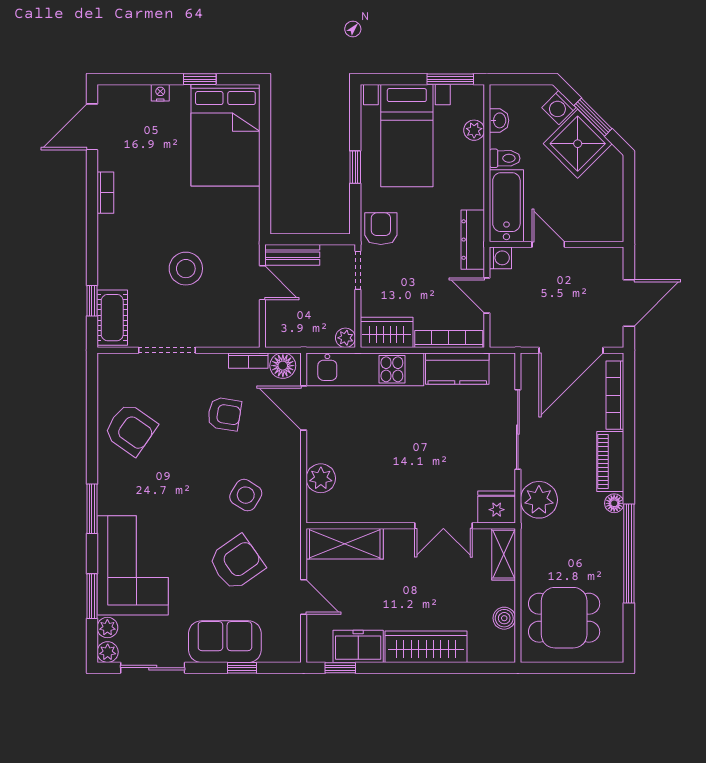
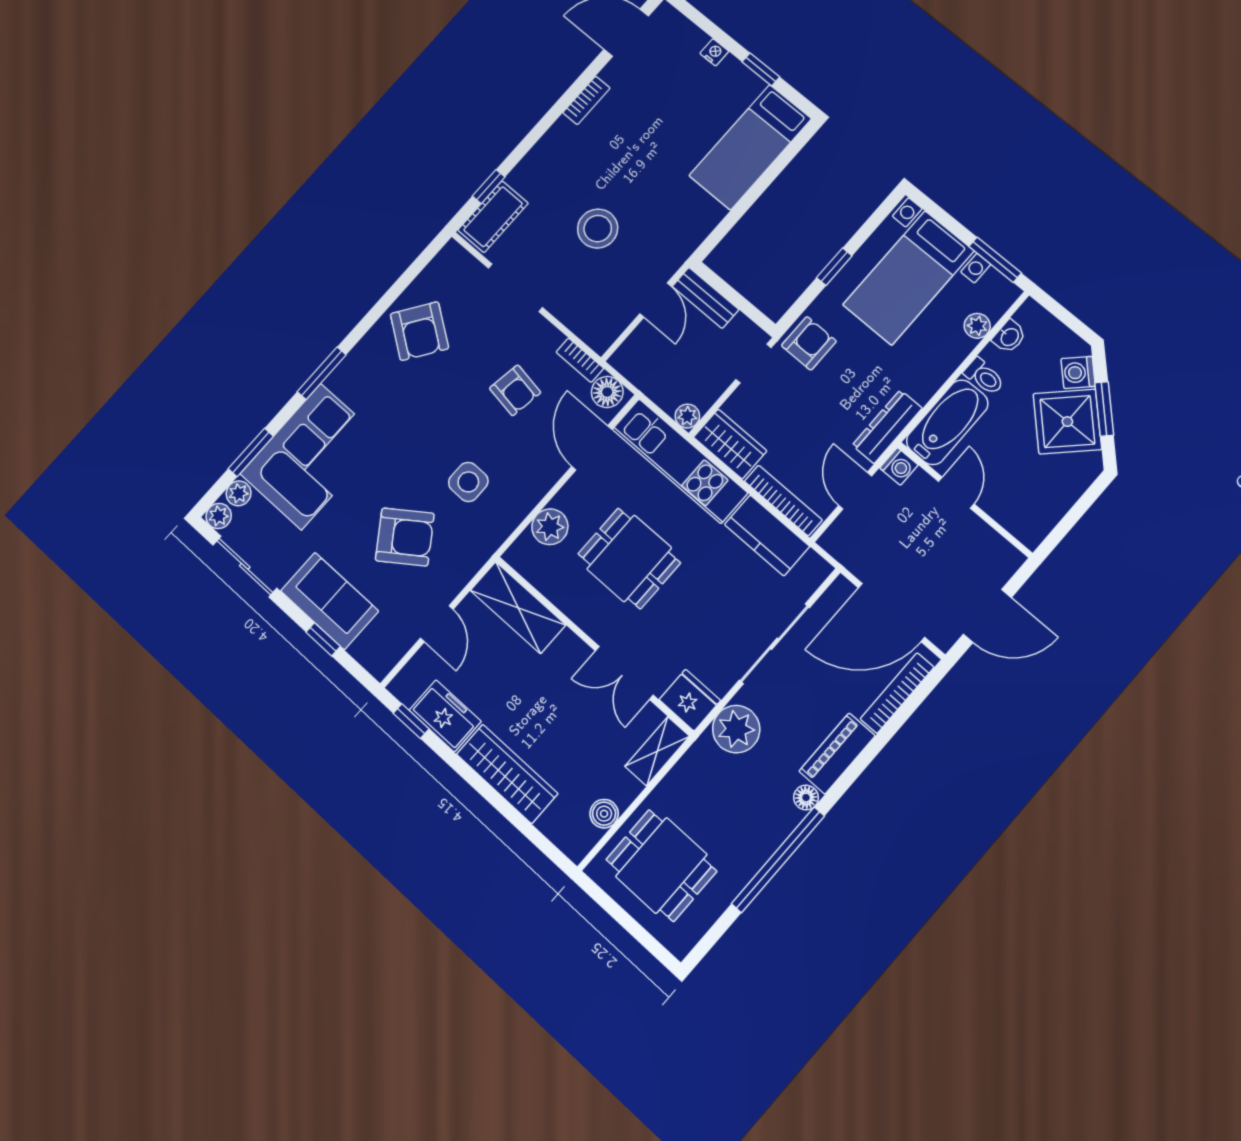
bed: (225, 135) -> (750, 147), width x0.67
dining table: (386, 455) -> (629, 558), added
side table: (246, 495) -> (468, 482), turned -32

